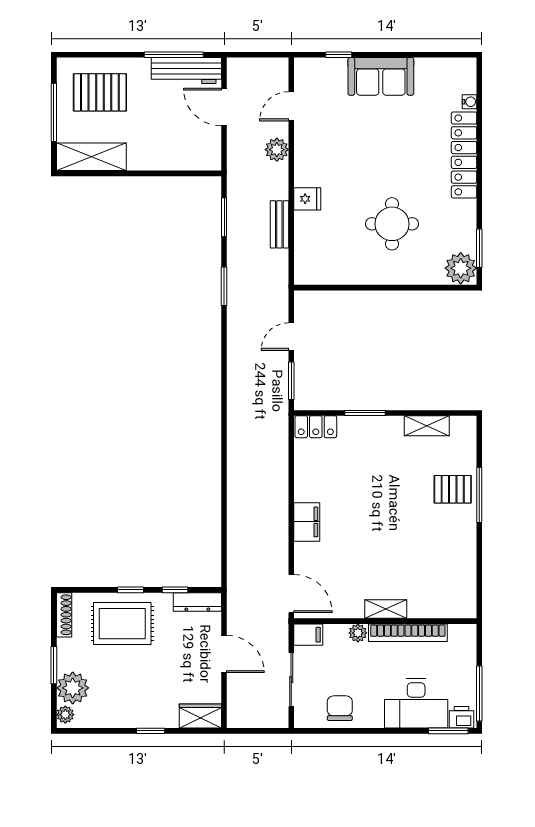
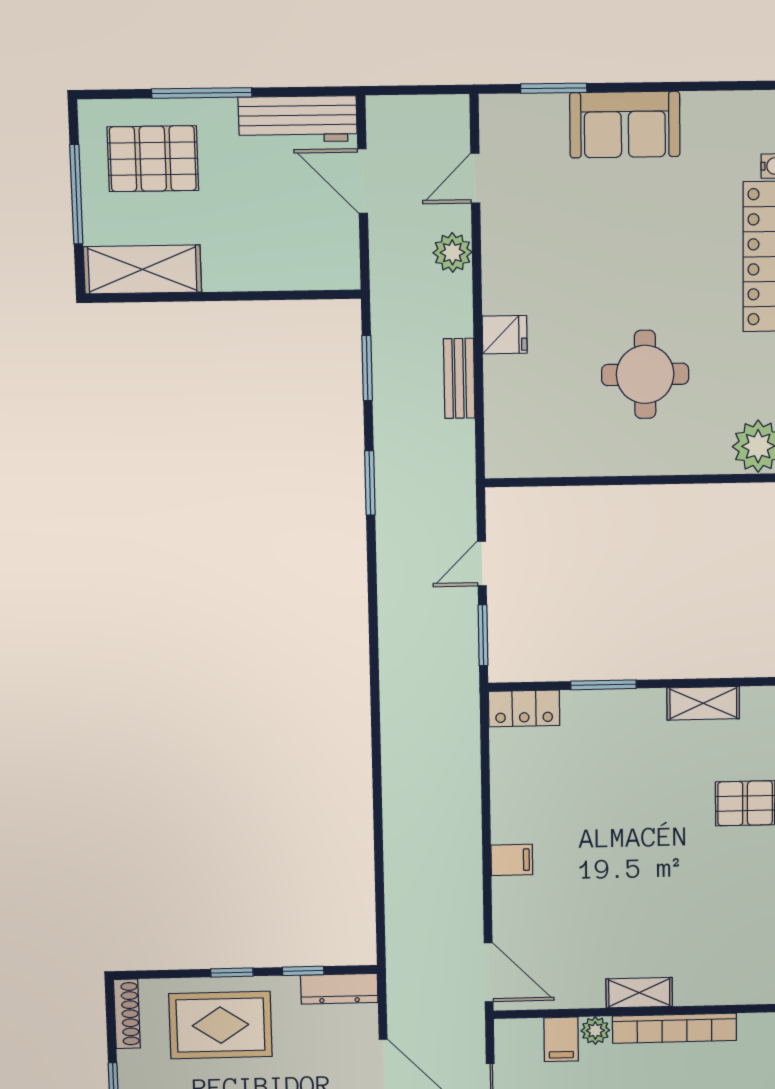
window: (174, 55) -> (202, 93), moved
window: (339, 55) -> (554, 88), width x1.50
filing cabinet: (307, 522) -> (512, 860), width x0.50
filing cabinet: (308, 635) -> (561, 1039), moved, turned 90

